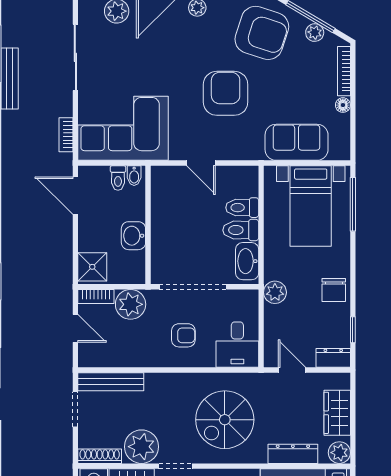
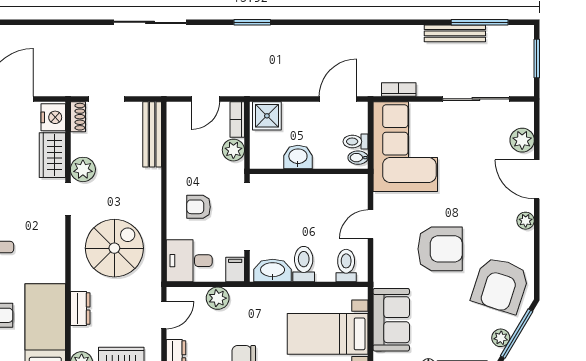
toilet: (242, 208) -> (346, 265), moved
plant: (275, 292) -> (218, 298), moved
filing cabinet: (246, 299) -> (235, 269), added
plant: (131, 304) -> (233, 150), width x0.73, depth x0.73
armchair: (183, 335) -> (199, 207), turned 90
doorway: (75, 409) -> (107, 99), moved
spiral stairs: (225, 420) -> (114, 248), turned 90
plant: (142, 447) -> (83, 169), width x0.73, depth x0.73
dresser: (293, 454) -> (80, 309), width x0.70
shoe rack: (100, 456) -> (78, 117), width x0.70

